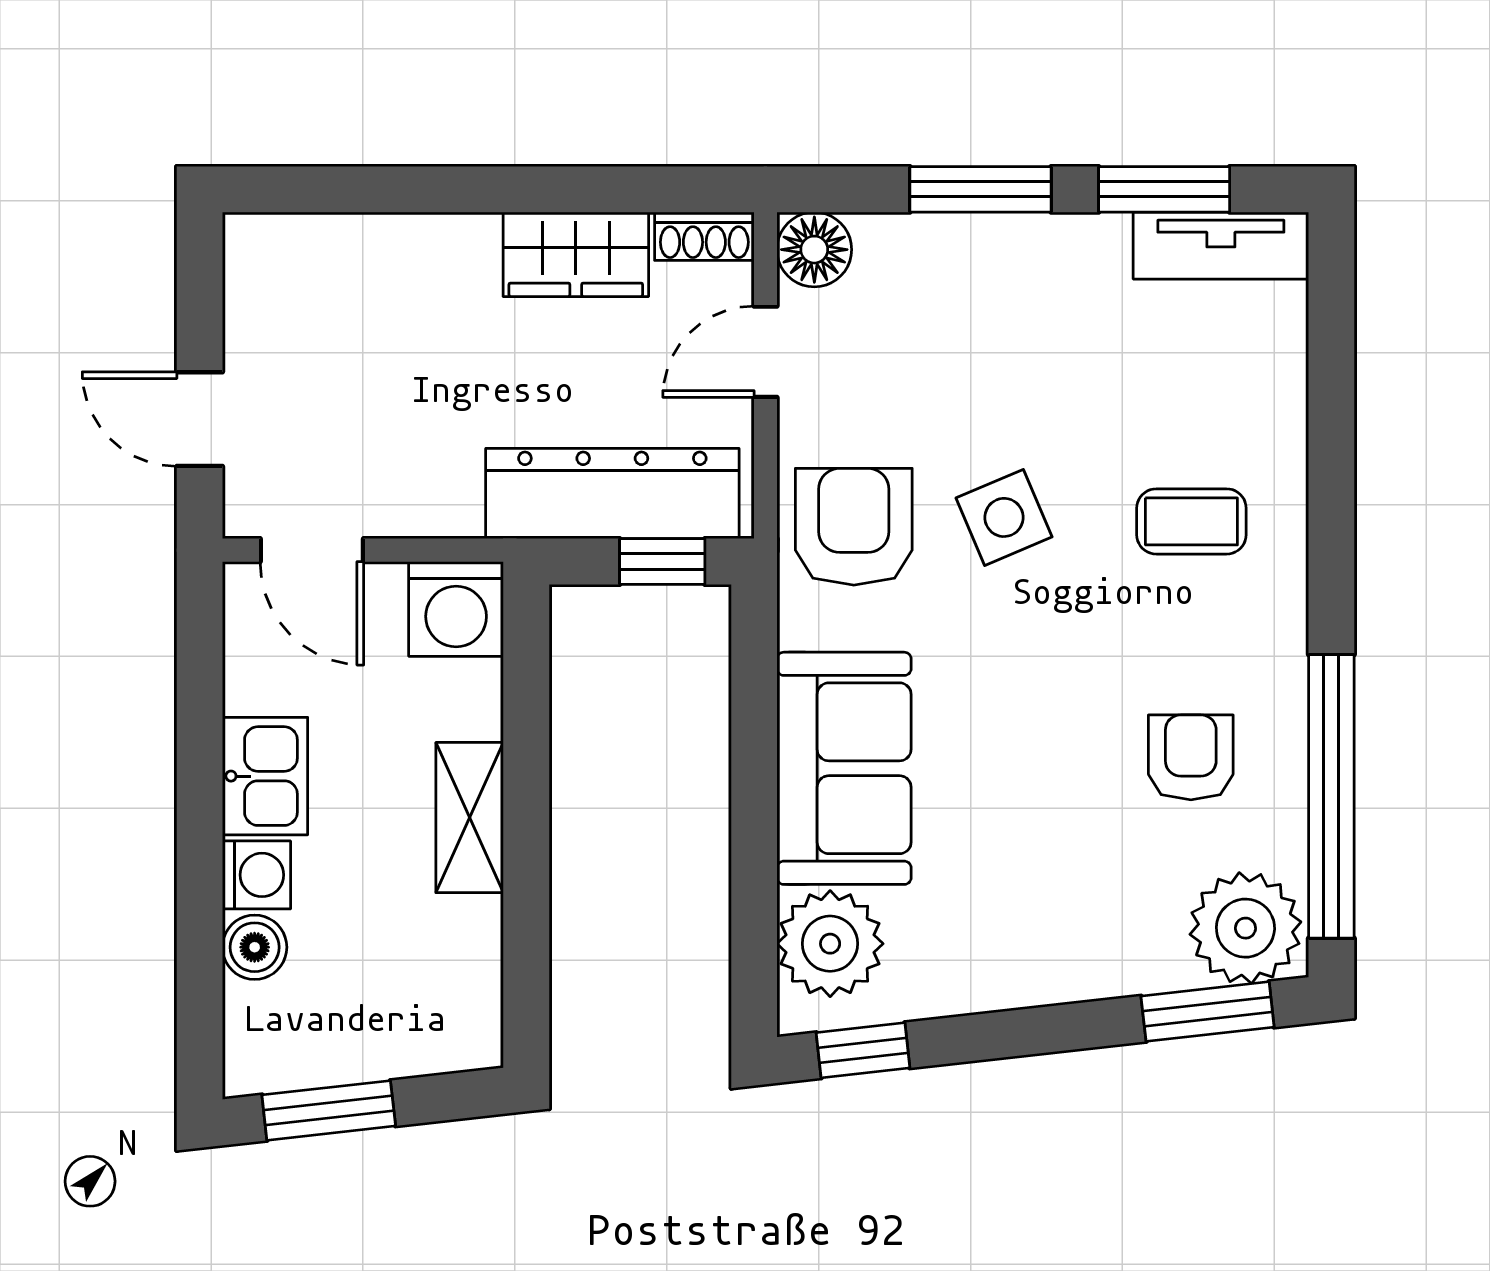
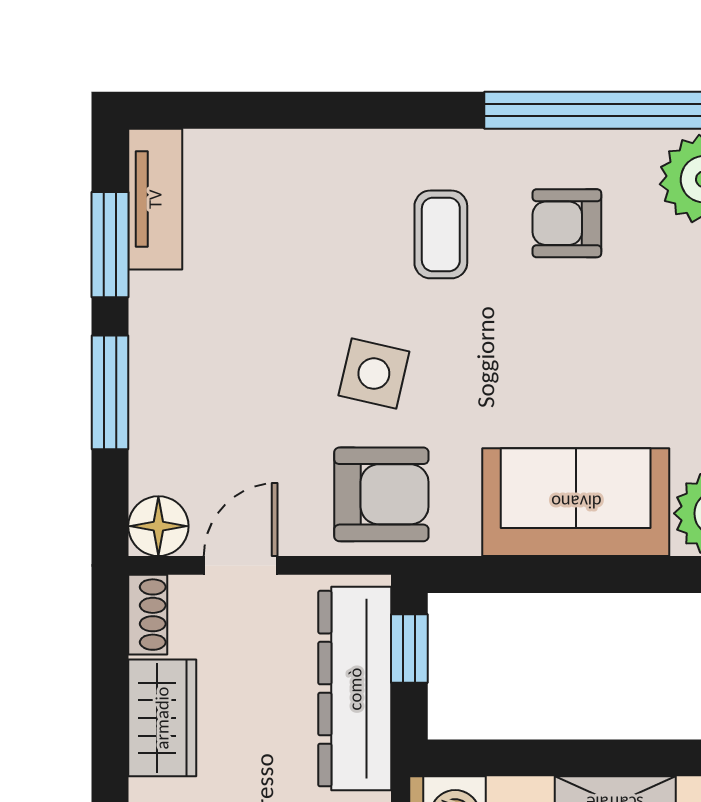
door: (765, 352) -> (241, 565), swing flipped
side table: (1004, 517) -> (374, 374), turned 36
coffee table: (1191, 521) -> (441, 234), moved
armchair: (854, 527) -> (381, 494), turned 180

